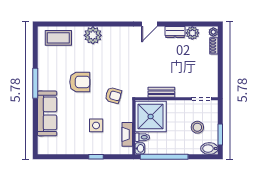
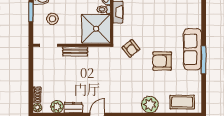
bench: (161, 92) -> (75, 51), moved
armchair: (113, 95) -> (131, 49), turned -145
sofa: (47, 113) -> (193, 49), moved
side table: (96, 125) -> (147, 20), removed

